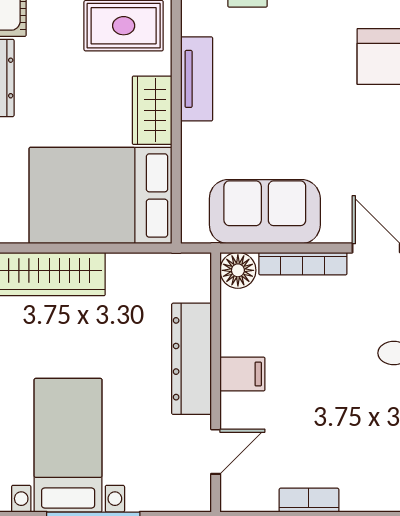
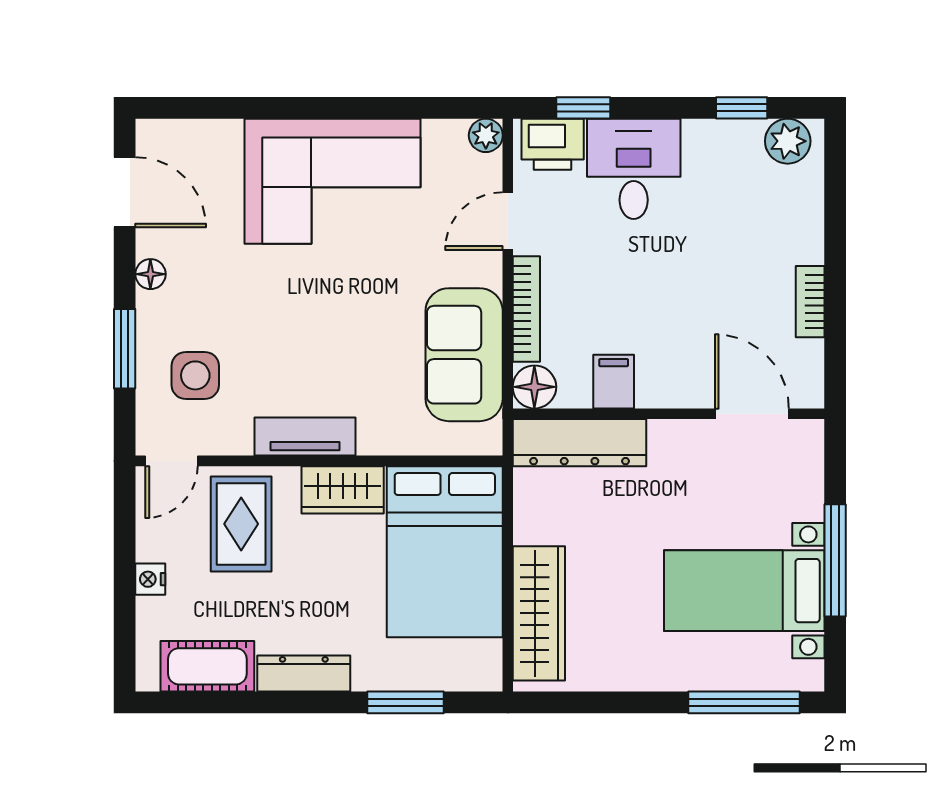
dresser: (191, 359) -> (580, 443), moved
filing cabinet: (242, 374) -> (614, 382), moved
door: (216, 452) -> (752, 414), width x1.38

